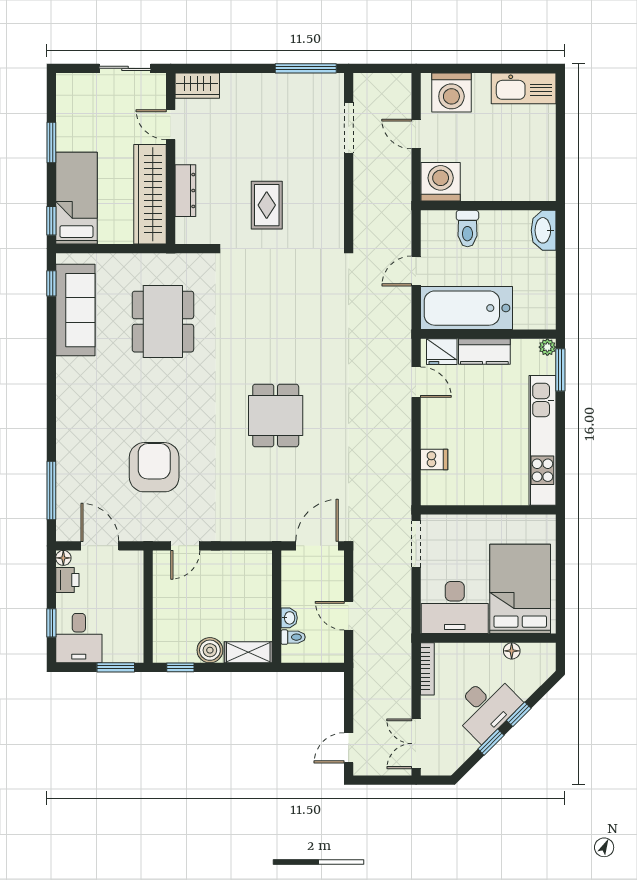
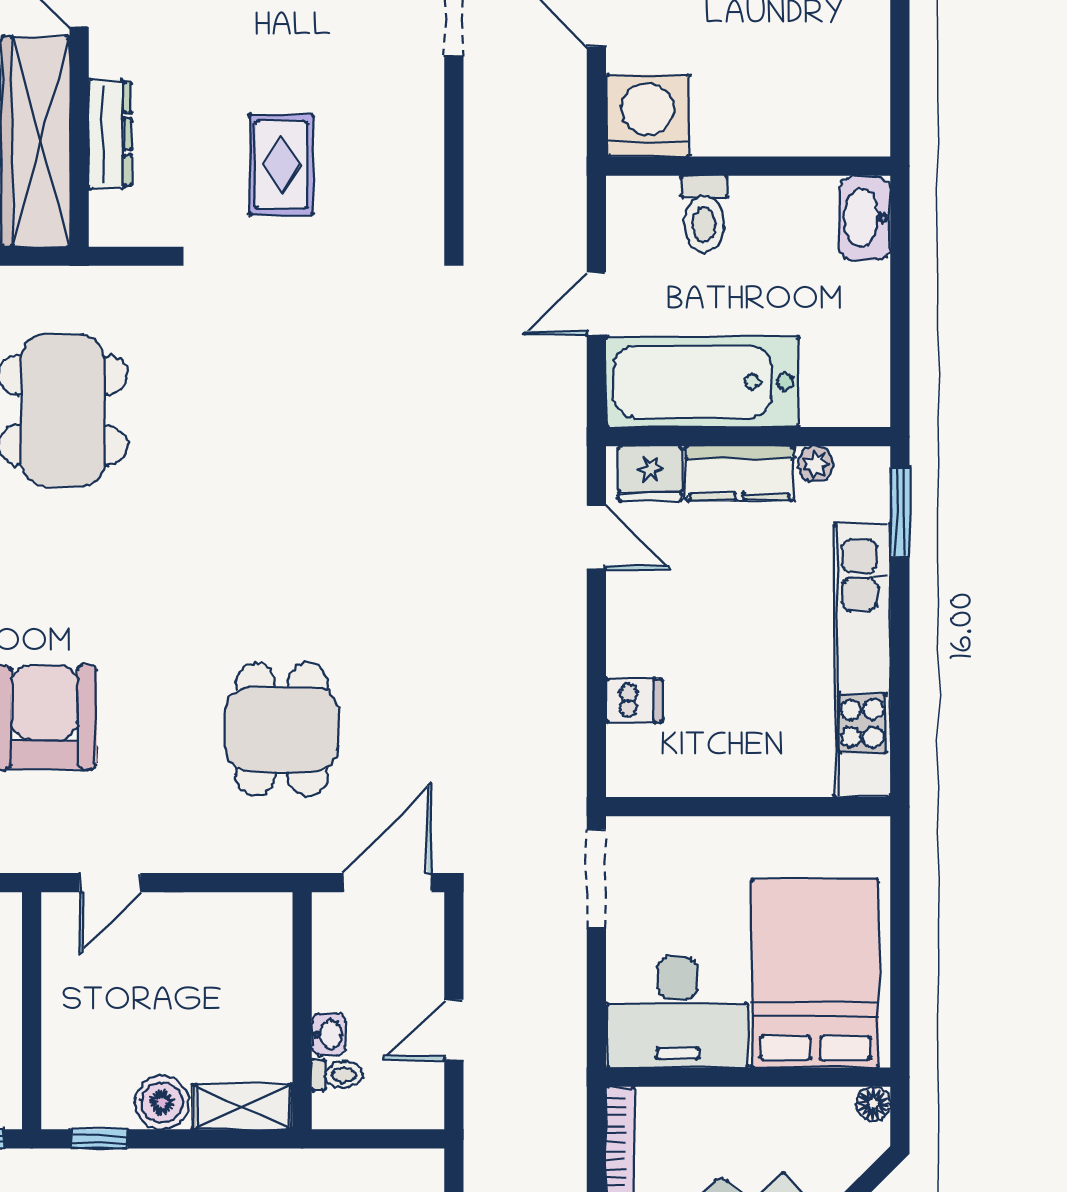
plant: (547, 347) -> (816, 464), moved
dining table: (276, 415) -> (282, 729), moved
door: (349, 616) -> (454, 1030), hinge flipped
floor lamp: (512, 651) -> (873, 1104), moved

